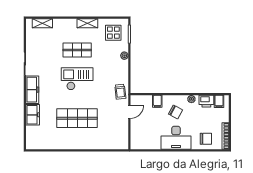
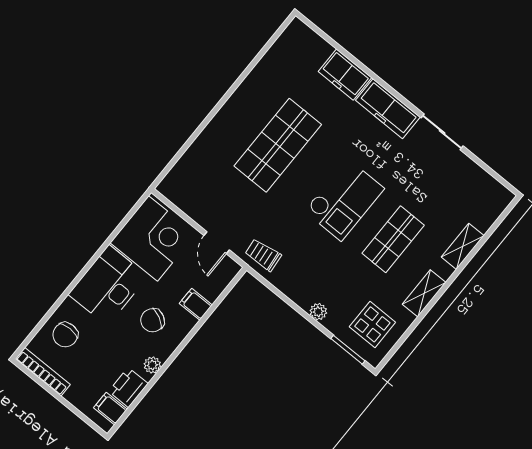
shelving: (42, 23) -> (463, 246), moved
corner desk: (146, 136) -> (153, 238), added

